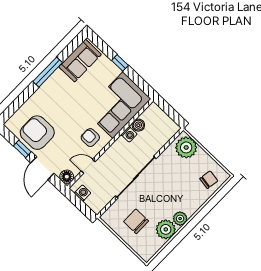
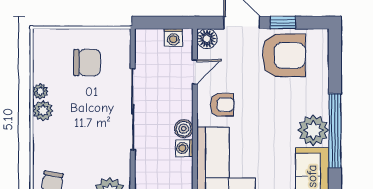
window: (48, 72) -> (335, 131), width x1.46
plant: (58, 82) -> (313, 130), added
boiler: (138, 125) -> (184, 129), moved
plant: (166, 229) -> (40, 91), width x0.53, depth x0.53

